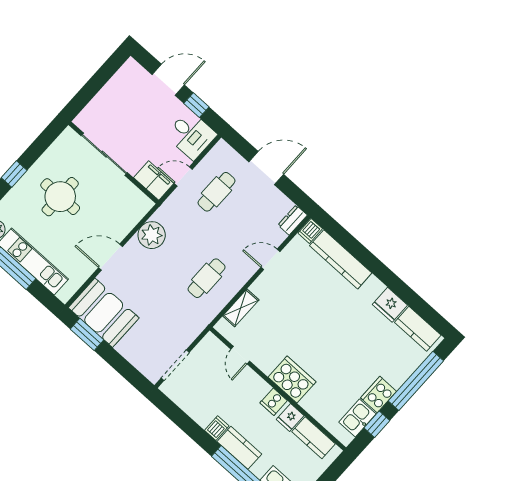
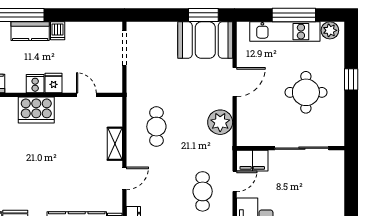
shelving: (241, 308) -> (115, 144), moved
fridge: (290, 418) -> (54, 83), moved

